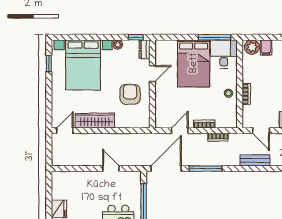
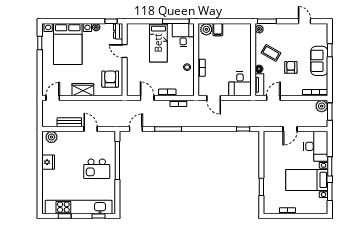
bed: (194, 63) -> (158, 43), width x0.67
door: (152, 74) -> (125, 51), swing flipped
armchair: (130, 94) -> (110, 79), moved
wardrobe: (95, 121) -> (83, 90), width x0.67
door: (180, 131) -> (147, 98), hinge flipped
bench: (255, 160) -> (69, 122), moved
door: (166, 169) -> (136, 129), width x0.53
plant: (63, 178) -> (51, 137), added

